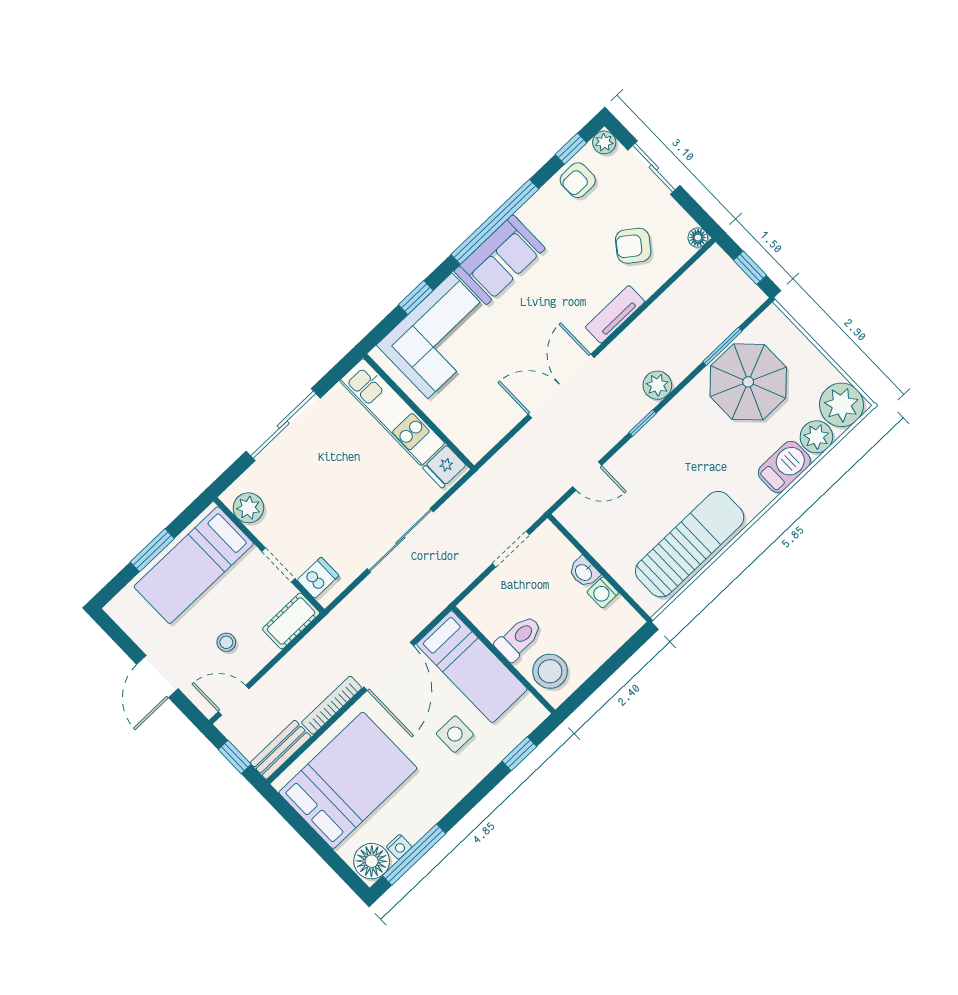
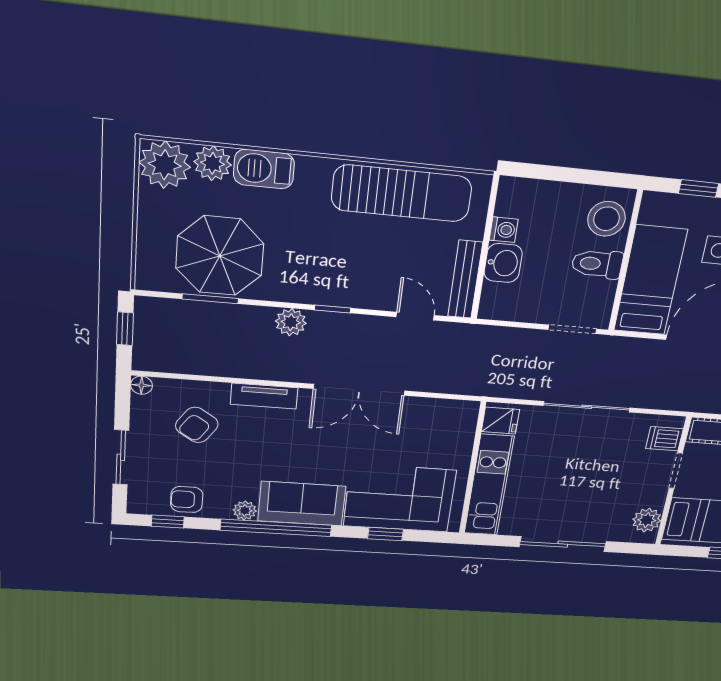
plant: (604, 142) -> (245, 511), moved
armchair: (578, 180) -> (187, 499), turned 180
armchair: (633, 246) -> (197, 425), turned 87
bench: (586, 535) -> (465, 280), added
sun lounger: (690, 544) -> (402, 193), turned 180
doorway: (511, 549) -> (572, 329), moved
washbasin: (584, 572) -> (503, 263), width x1.38, depth x1.45

